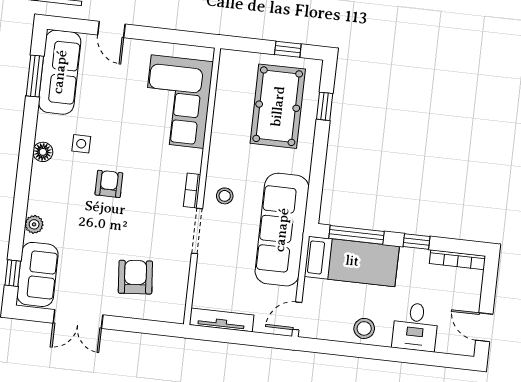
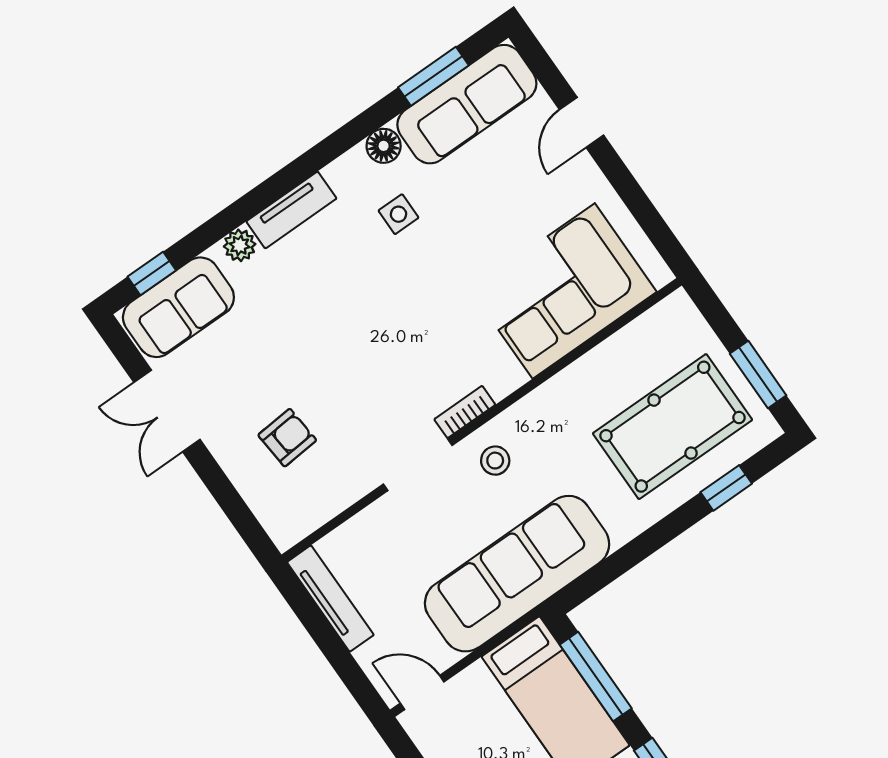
window: (288, 49) -> (758, 374), width x1.50
floor lamp: (43, 152) -> (384, 146), moved
armchair: (109, 184) -> (378, 296), removed
tv unit: (39, 188) -> (291, 210), added
armchair: (135, 277) -> (287, 438), width x0.72, depth x0.72

